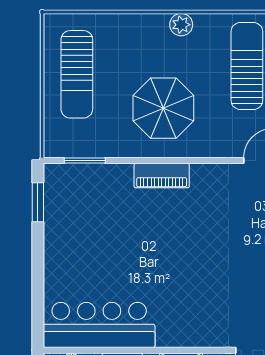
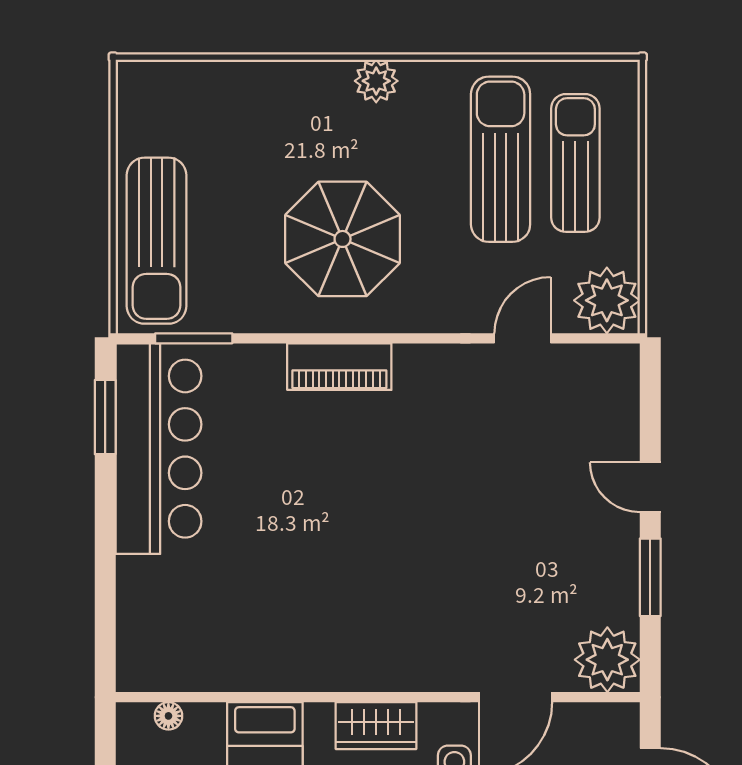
sun lounger: (77, 74) -> (156, 241), moved
bar counter: (99, 325) -> (159, 449), moved, turned 90

